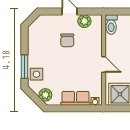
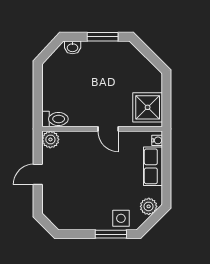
plant: (84, 21) -> (50, 139), moved
chair: (67, 40) -> (76, 177), removed
door: (104, 65) -> (108, 129), swing flipped

